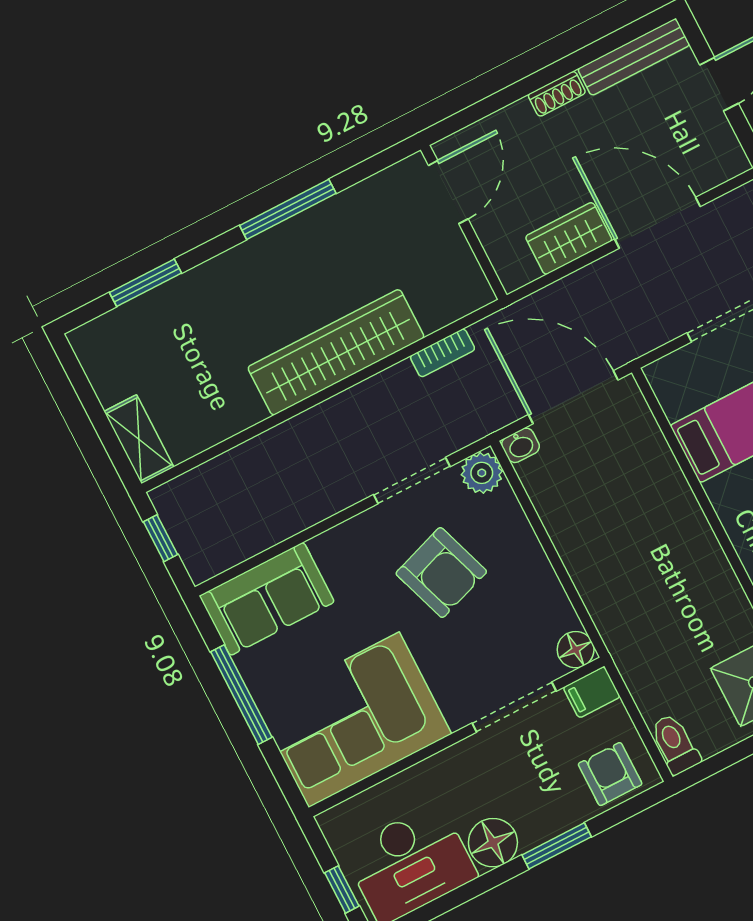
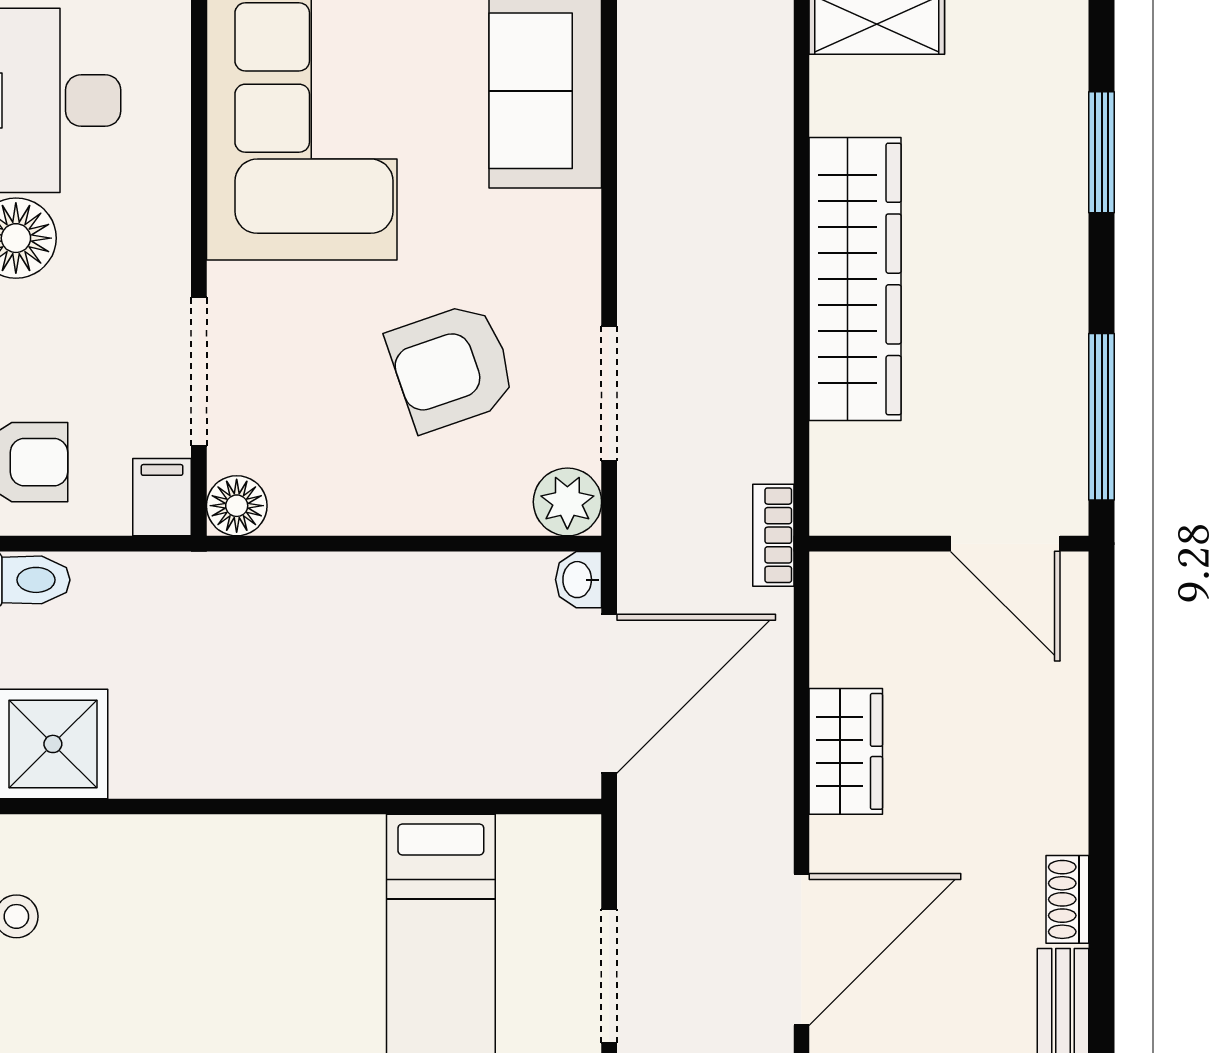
door: (448, 192) -> (1005, 544), moved
wall: (464, 222) -> (949, 544), moved
wardrobe: (569, 238) -> (846, 751), moved
wardrobe: (336, 352) -> (855, 279), moved

